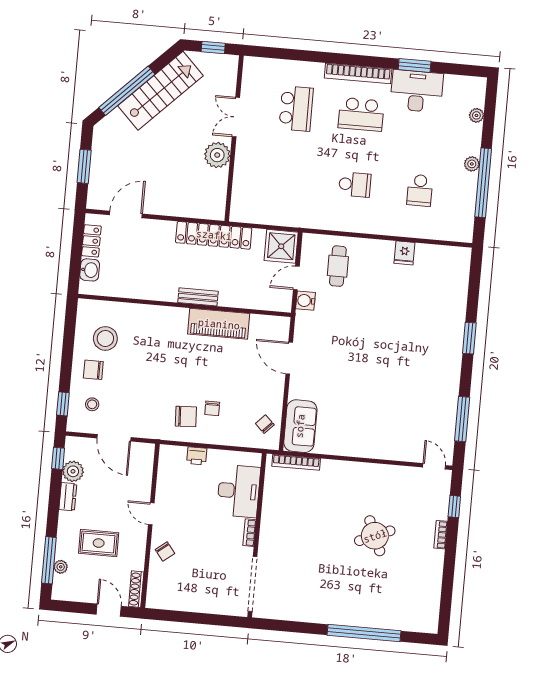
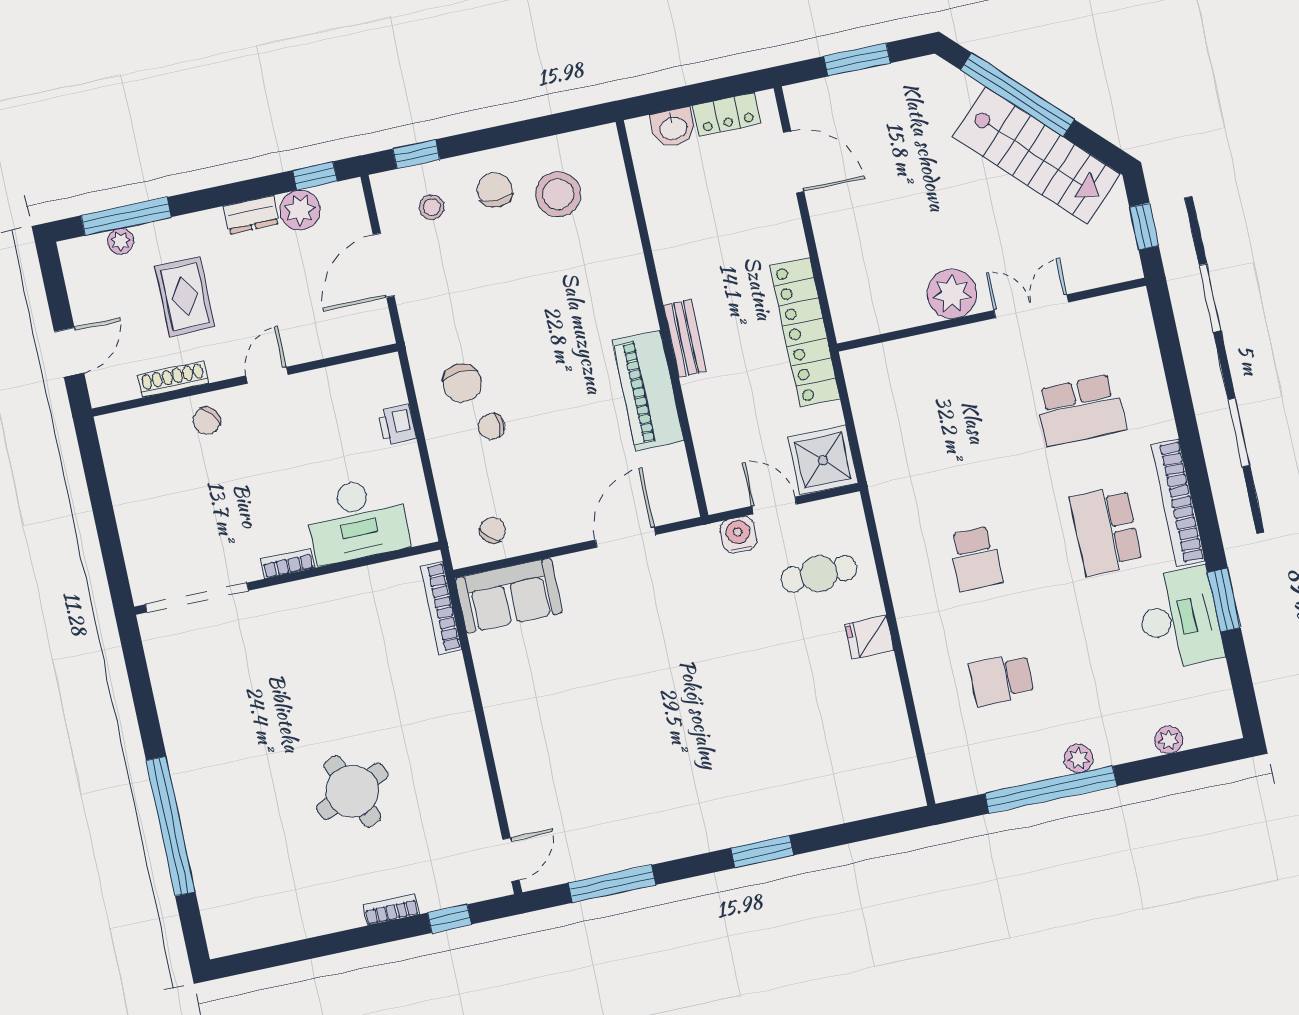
fridge: (404, 253) -> (869, 637), moved
shoe rack: (136, 589) -> (173, 379), moved

